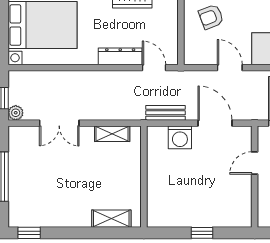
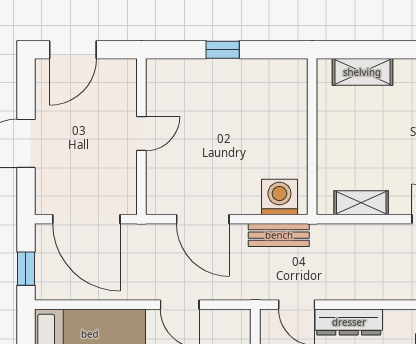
washing machine: (180, 137) -> (279, 197), moved
door: (255, 163) -> (141, 134), moved

